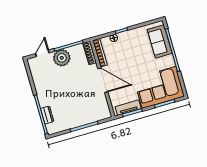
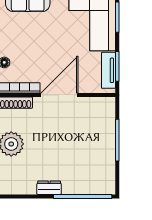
dresser: (47, 115) -> (49, 188), moved

